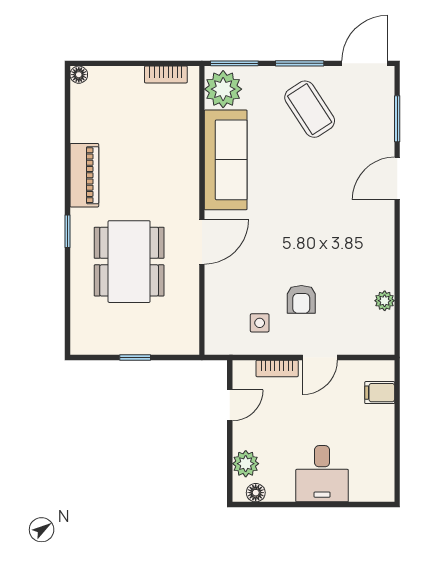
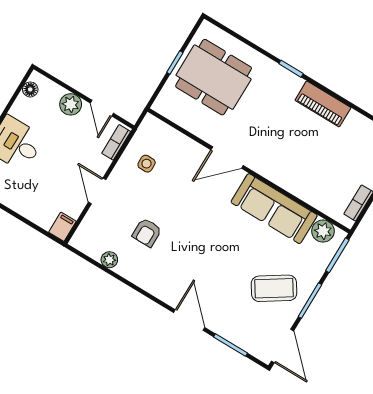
plant: (223, 89) -> (323, 231), width x0.73, depth x0.73
door: (202, 242) -> (227, 158), hinge flipped
dining table: (129, 262) -> (214, 77), moved
armchair: (301, 299) -> (147, 232), moved, turned -90
bookcase: (277, 368) -> (116, 142), moved
filing cabinet: (380, 393) -> (62, 227), moved
plant: (246, 464) -> (71, 104), moved

